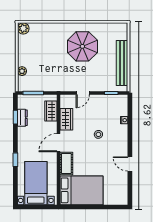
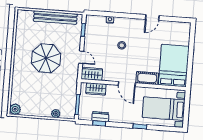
parasol: (82, 46) -> (46, 58), moved
wardrobe: (66, 119) -> (92, 74), moved

